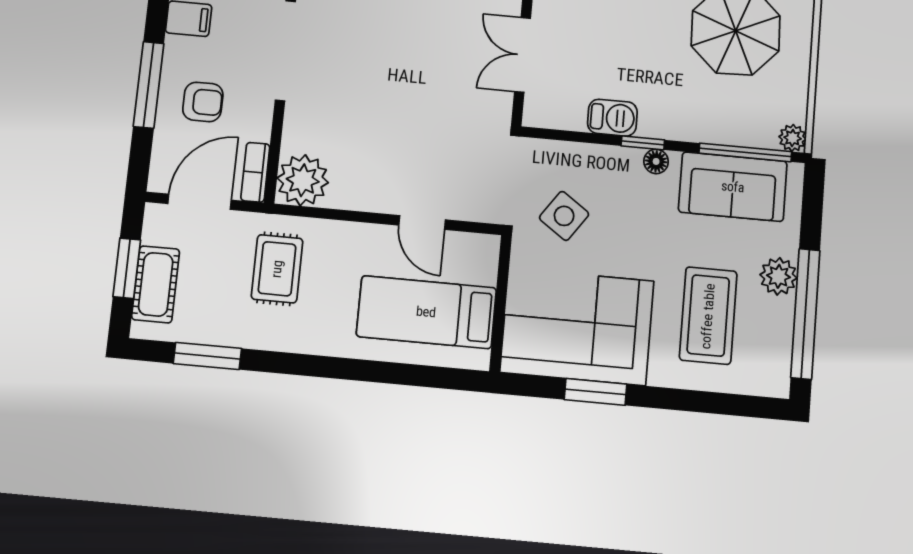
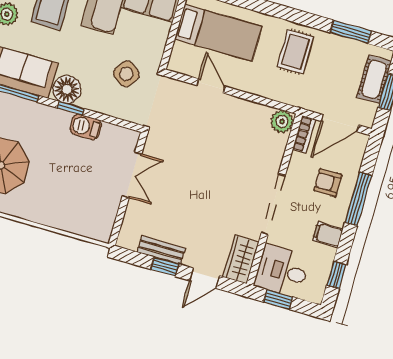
floor lamp: (656, 161) -> (67, 89), width x1.89, depth x1.89
plant: (303, 180) -> (282, 122), width x0.73, depth x0.73
rug: (277, 269) -> (295, 52), moved

